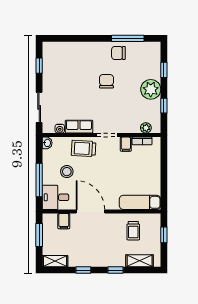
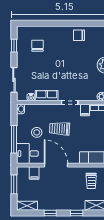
window: (128, 38) -> (87, 23), removed
chair: (106, 81) -> (38, 46), moved
trolley: (84, 148) -> (60, 129), moved

